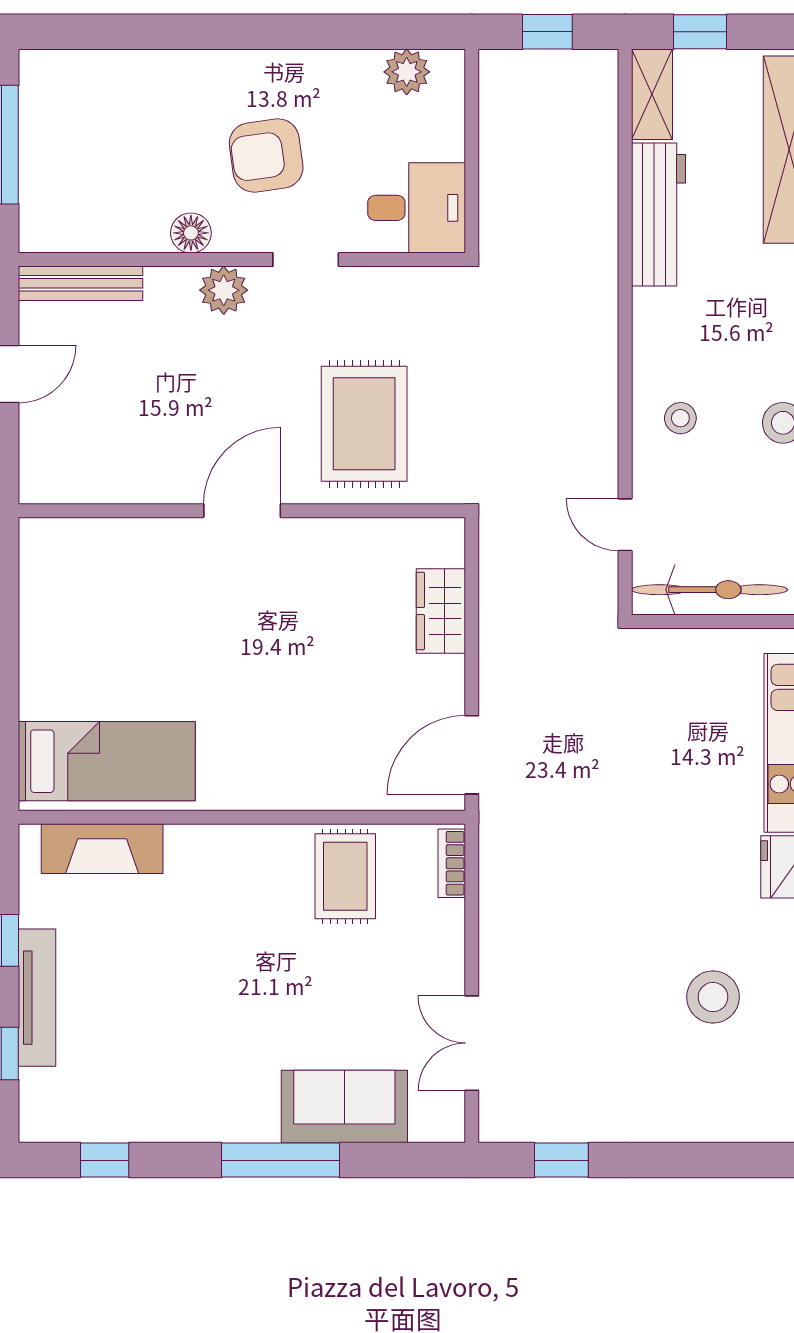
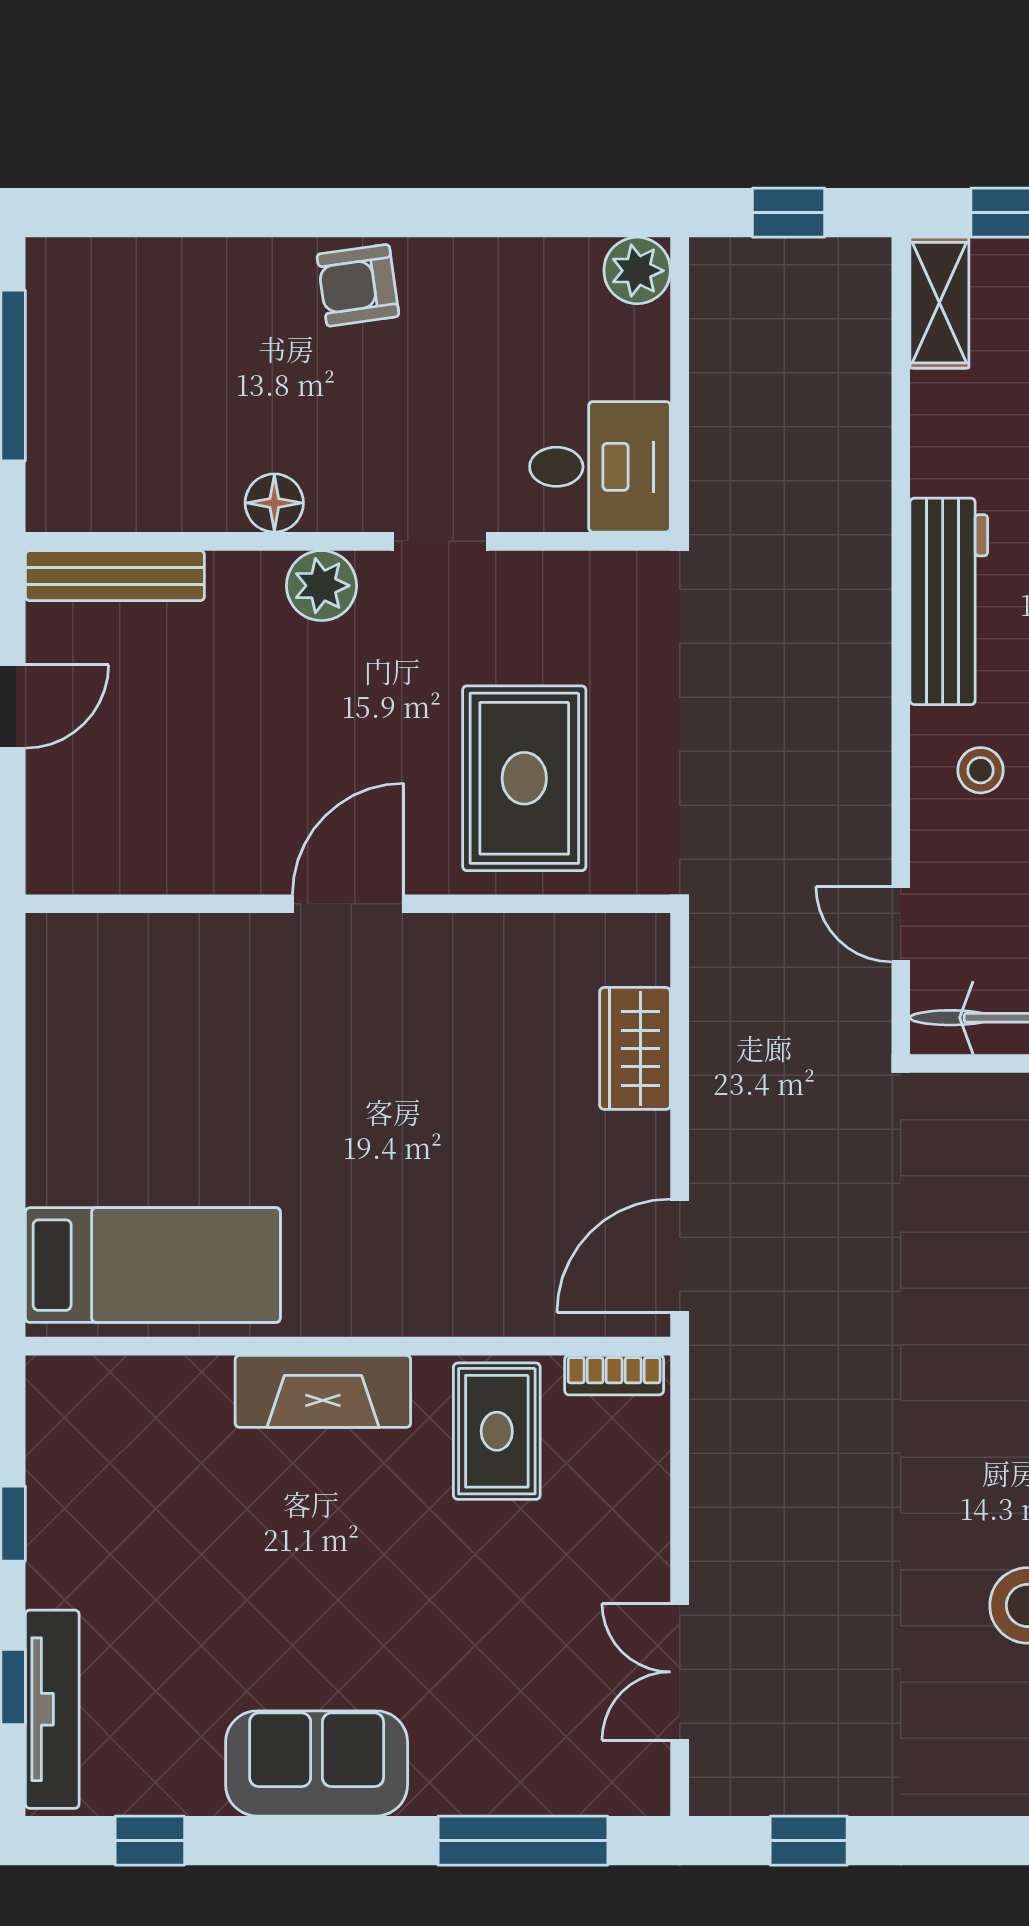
plant: (407, 72) -> (637, 271), moved
armchair: (266, 156) -> (358, 285), moved, width x0.72, depth x0.72
workbench: (658, 215) -> (949, 601), moved
fireplace: (102, 849) -> (323, 1391), moved
bookcase: (452, 863) -> (614, 1375), moved, turned -90
tv unit: (37, 998) -> (52, 1709), moved
sofa: (344, 1107) -> (317, 1763), moved
window: (280, 1160) -> (523, 1841), moved

